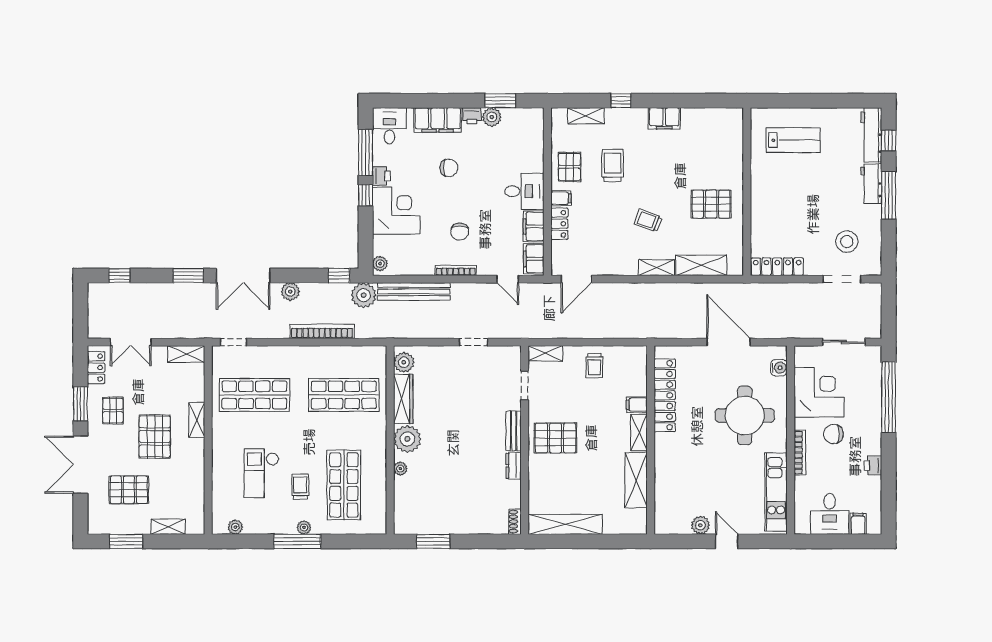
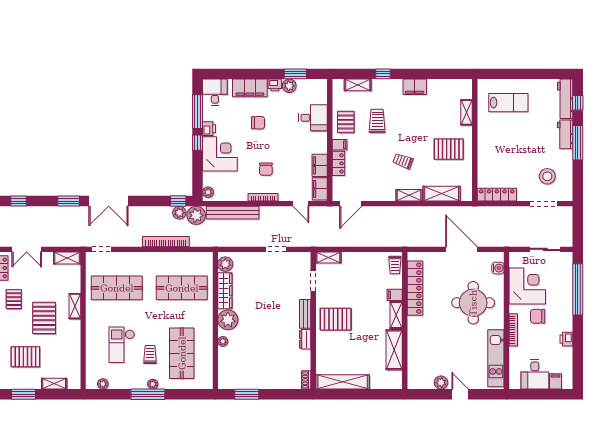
shelving: (736, 154) -> (466, 112), added
desk: (524, 191) -> (313, 118), moved
plant: (290, 292) -> (179, 213), moved
trolley: (594, 366) -> (395, 265), moved

